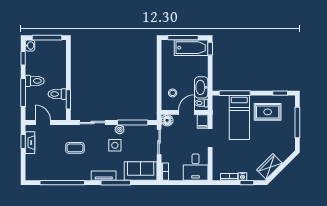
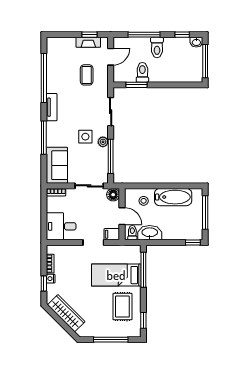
bathtub: (191, 48) -> (173, 197), moved, turned -90
coffee table: (75, 148) -> (87, 75), moved
wardrobe: (270, 167) -> (66, 313), width x1.50
tv unit: (104, 176) -> (52, 107), moved

